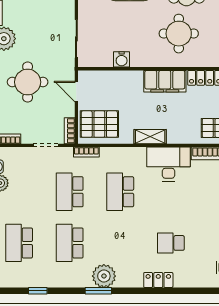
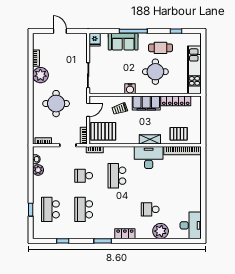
water cooler: (122, 59) -> (130, 89), moved
trolley: (124, 90) -> (120, 109), added
door: (76, 91) -> (88, 110), swing flipped
shelving: (150, 137) -> (150, 139), moved
school desk: (70, 192) -> (84, 176), width x0.54
plant: (104, 276) -> (161, 231), moved
locker: (158, 280) -> (125, 234), moved

